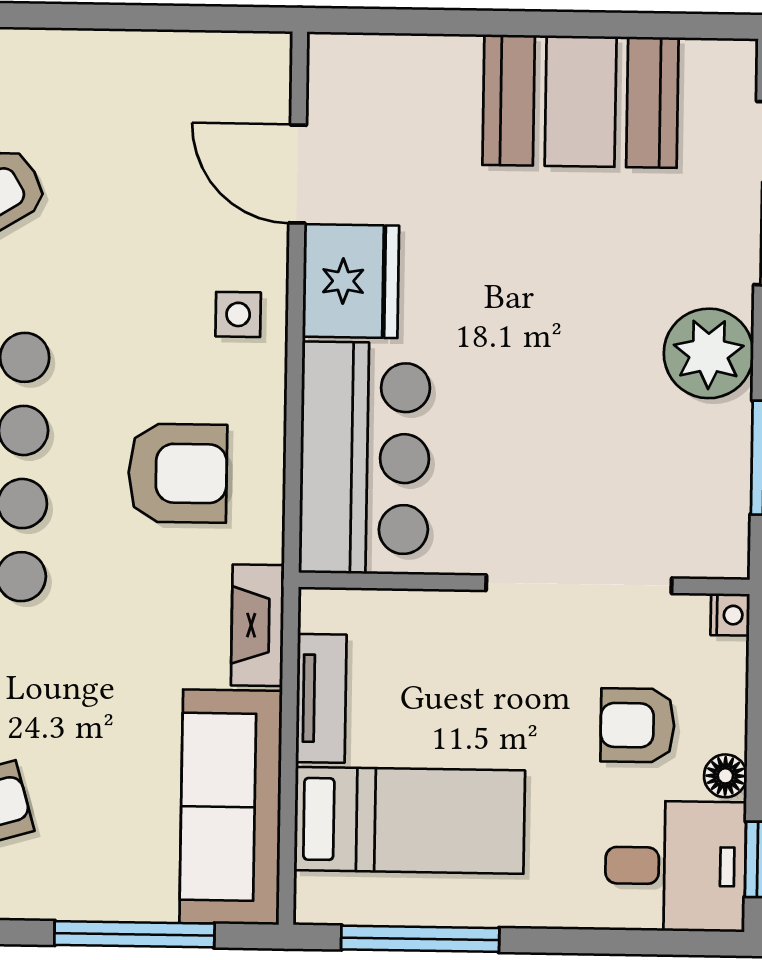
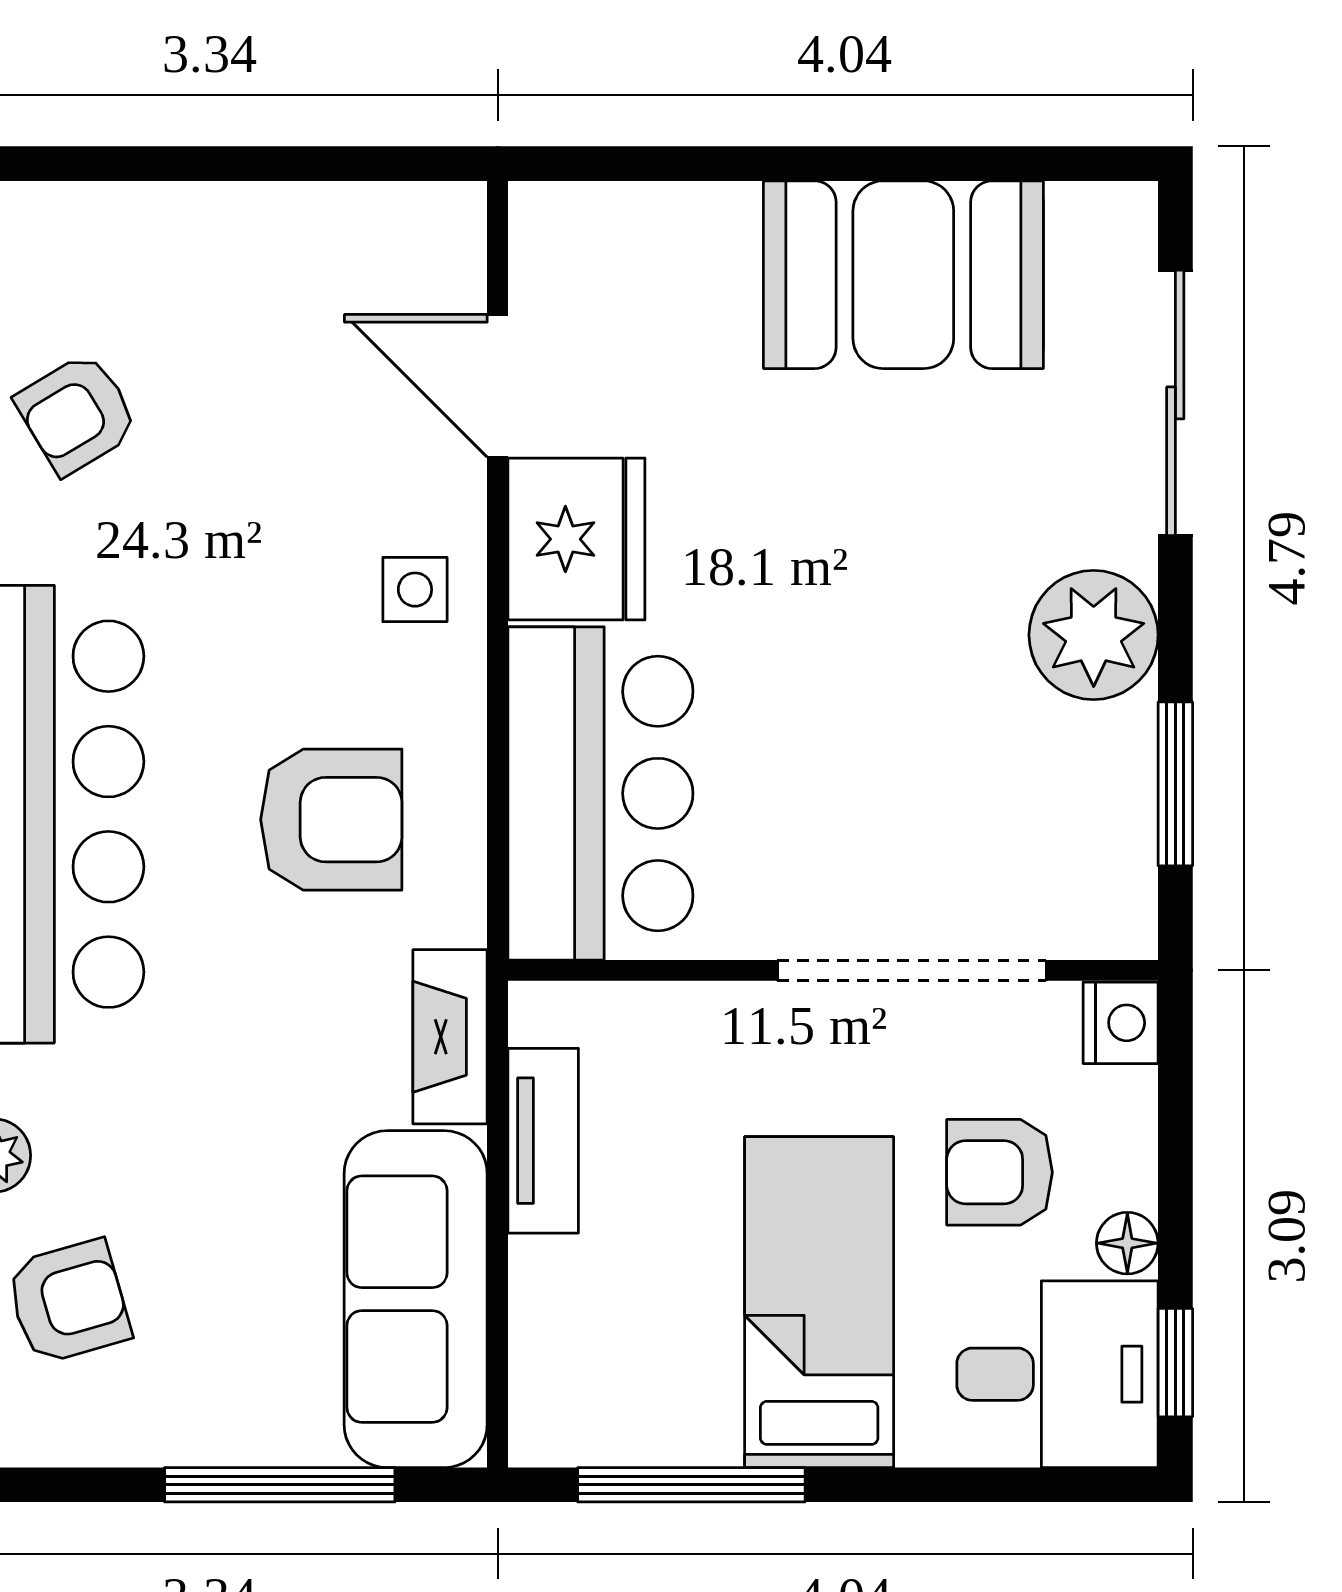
nightstand: (730, 615) -> (1121, 1023), width x1.39, depth x1.35
bed: (409, 820) -> (819, 1302), moved, turned -90

